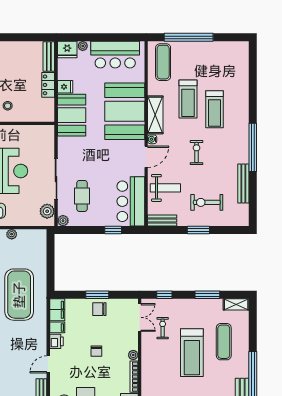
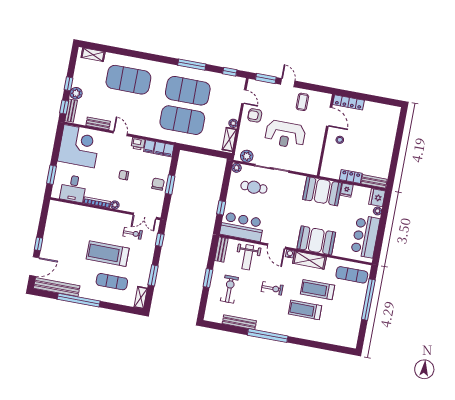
booth: (125, 111) -> (316, 240), width x0.73, depth x0.70
shelving: (31, 235) -> (229, 139), added

